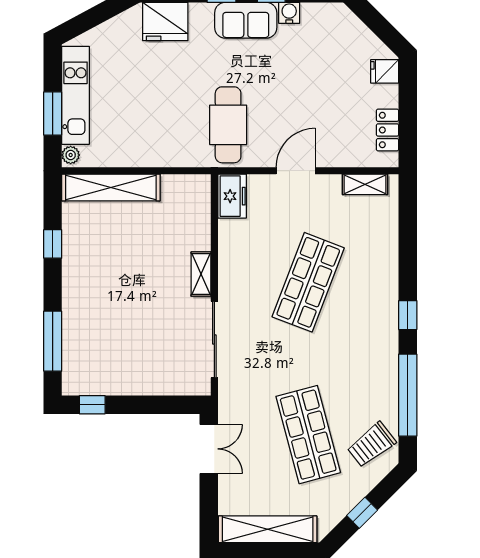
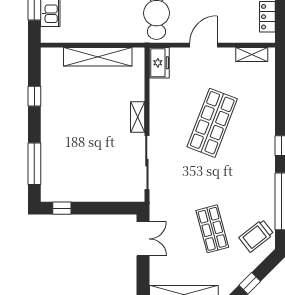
plant: (71, 155) -> (47, 34), removed
shelving: (111, 188) -> (98, 57), moved
shop shelf: (308, 435) -> (212, 229), width x0.70, depth x0.74

